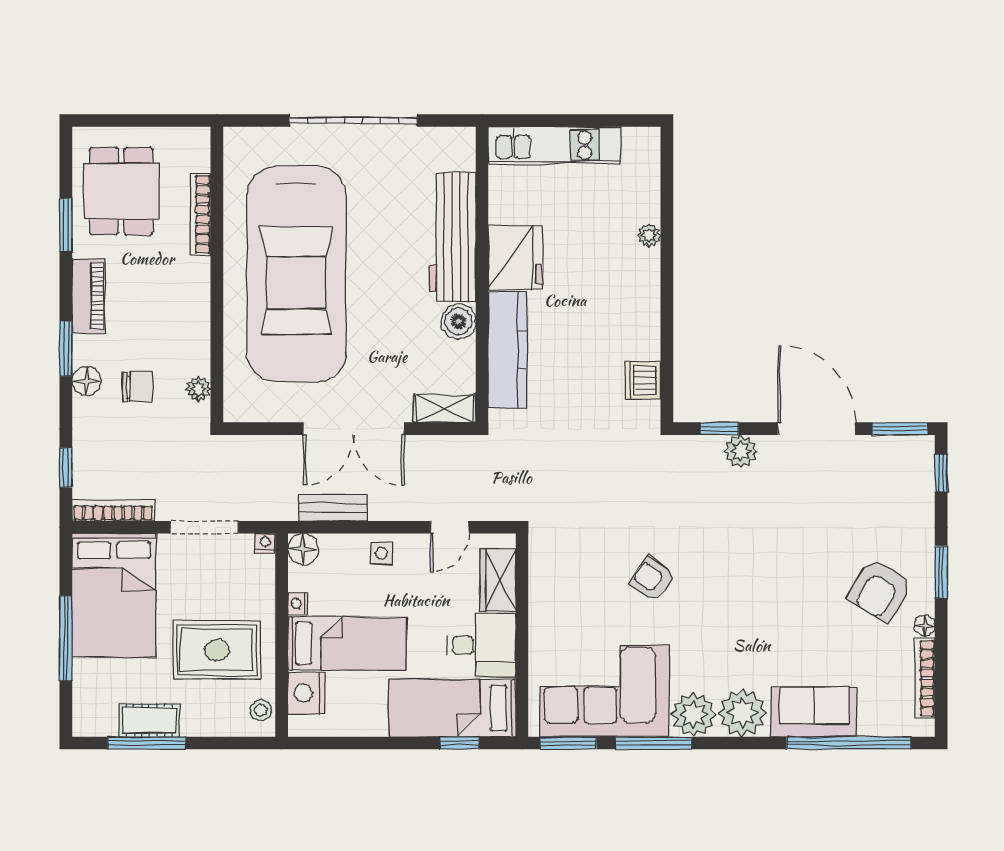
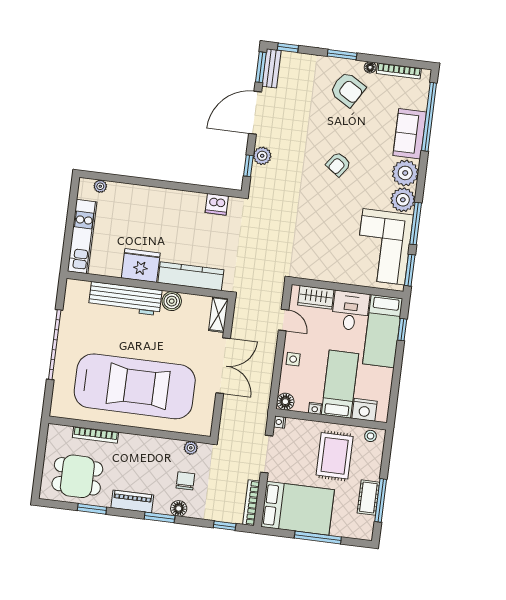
plant: (649, 235) -> (100, 186), moved
bench: (333, 508) -> (271, 68), moved
armchair: (652, 579) -> (338, 164), moved

